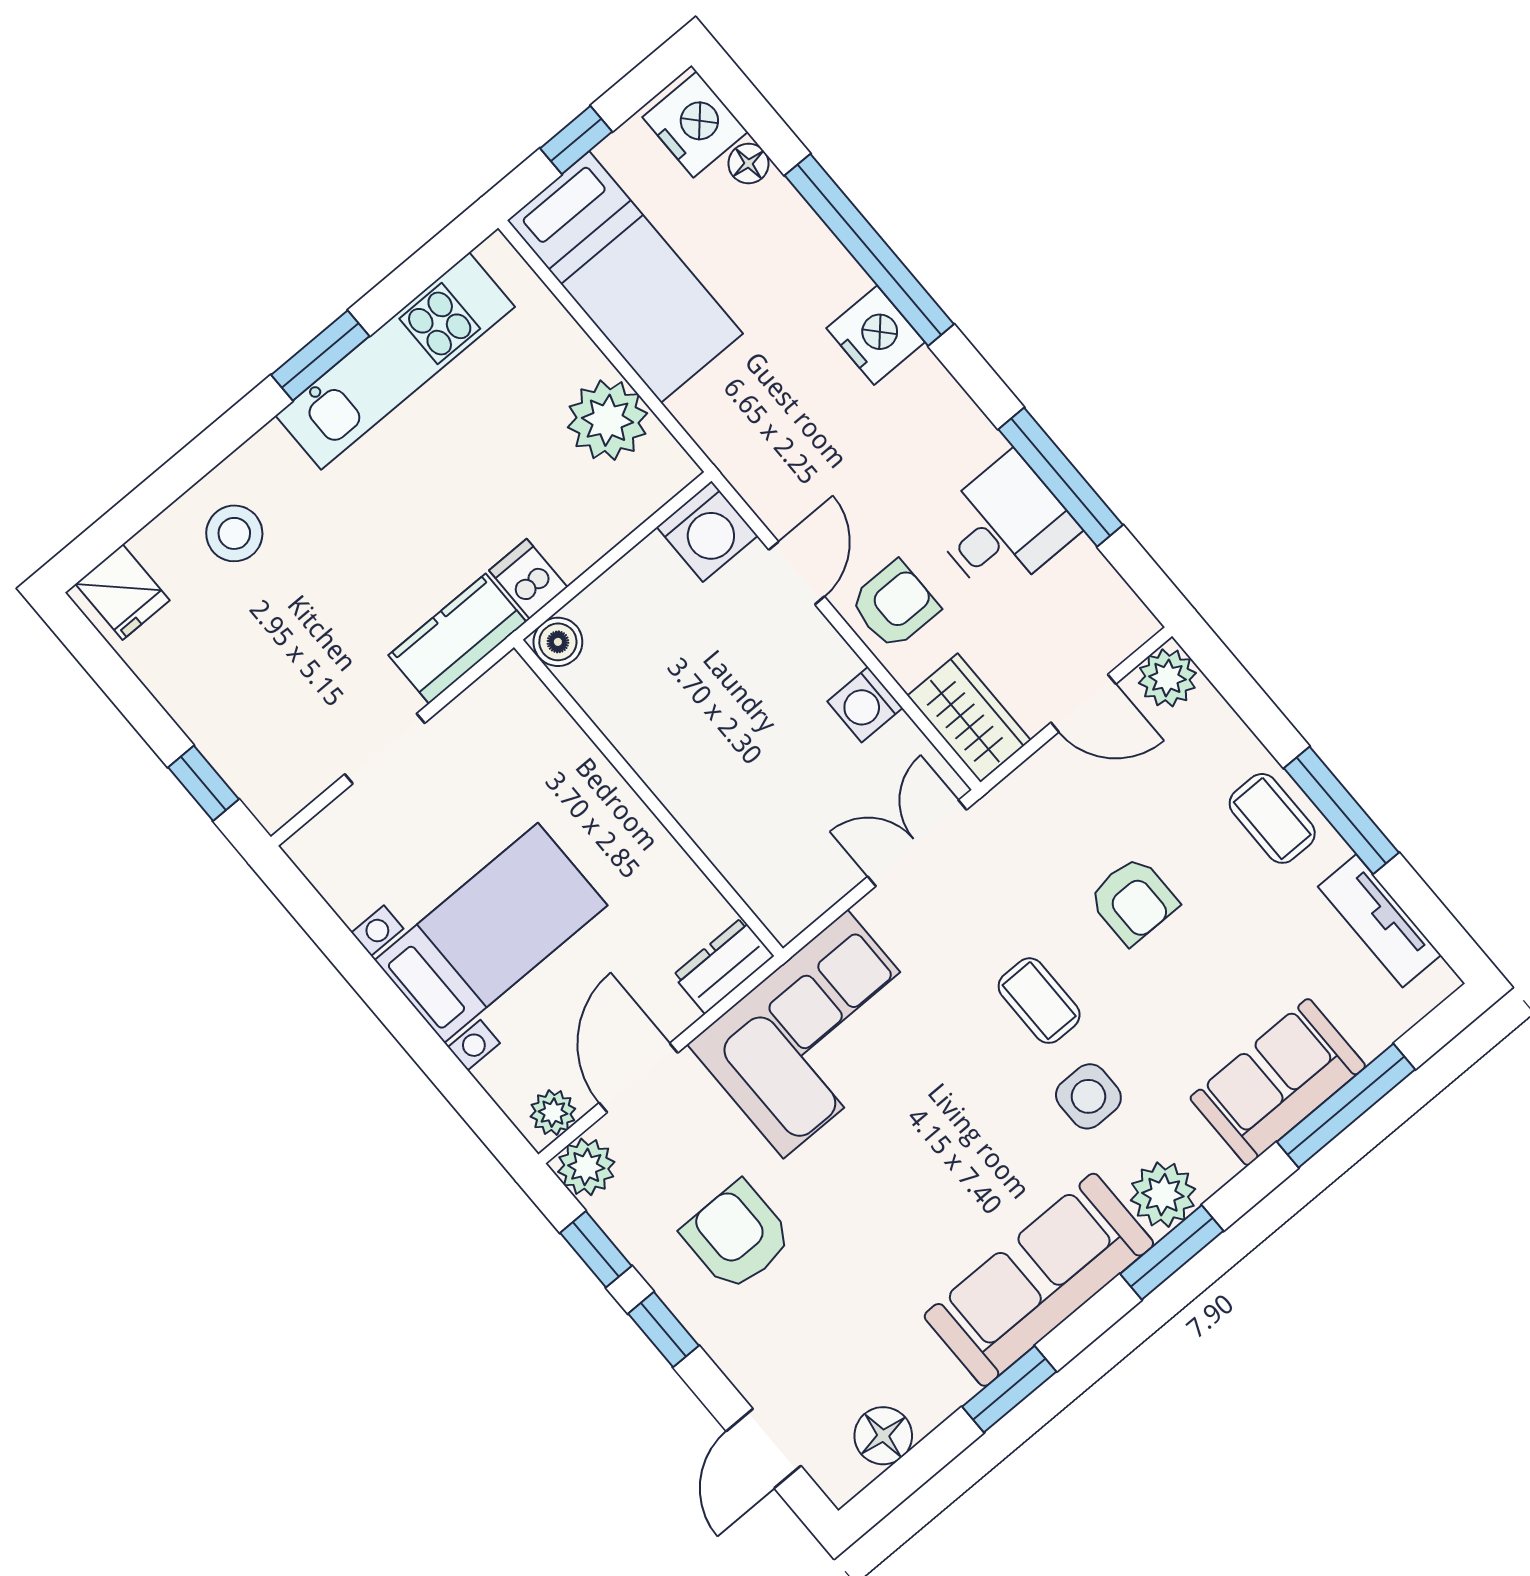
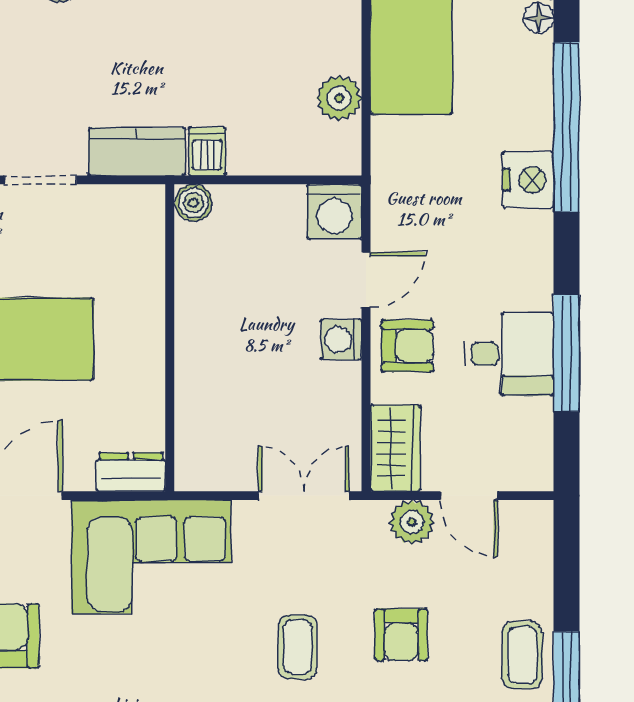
plant: (607, 420) -> (339, 98), width x0.73, depth x0.73
plant: (1167, 678) -> (412, 522), moved
washing machine: (865, 705) -> (341, 339), moved

